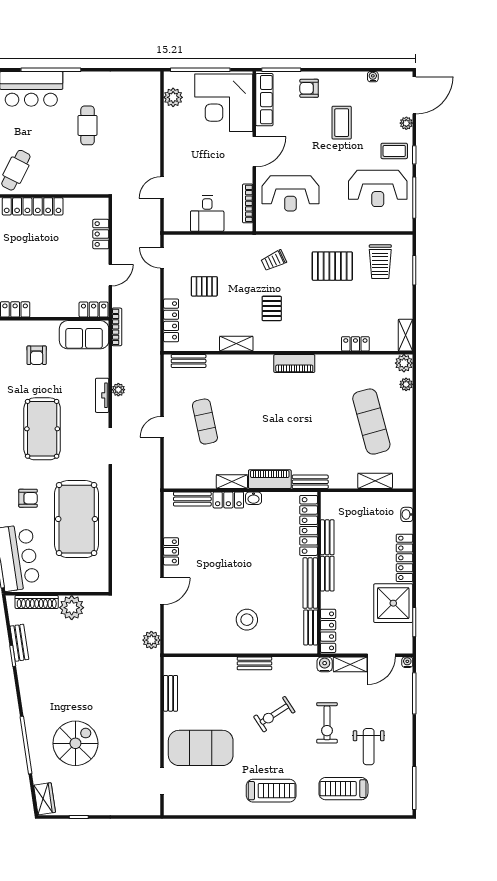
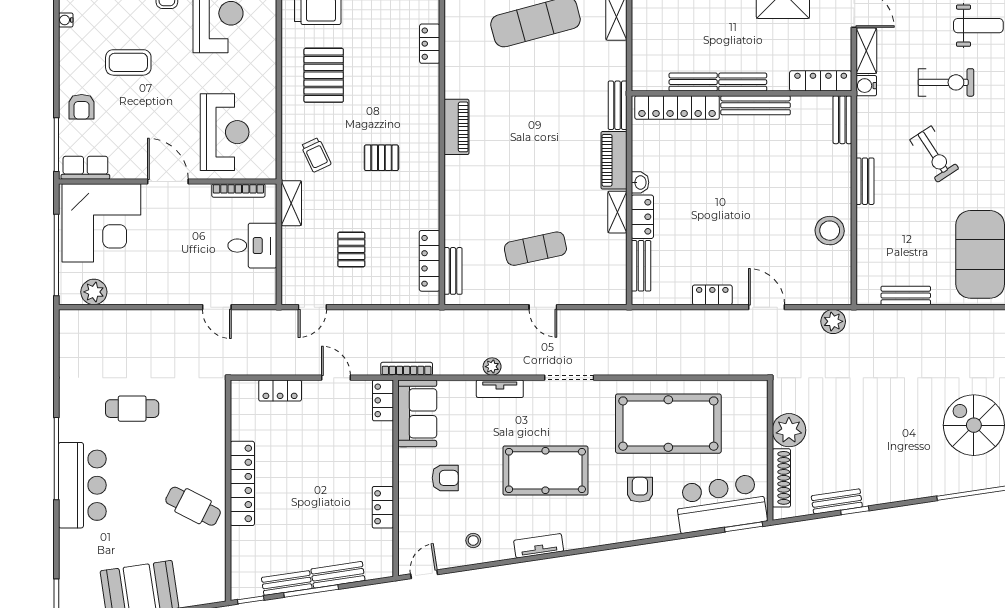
row of seats: (264, 100) -> (85, 168), width x0.68
locker: (171, 320) -> (430, 261), moved, turned -90
shelving: (236, 344) -> (291, 203), moved
stool: (247, 620) -> (830, 231), moved
bench: (311, 627) -> (842, 120), moved, turned 90

